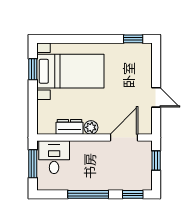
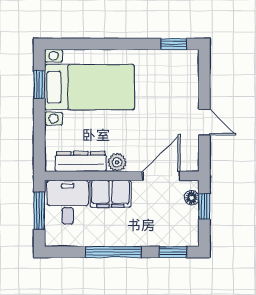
dresser: (70, 127) -> (81, 162), width x1.44
filing cabinet: (86, 151) -> (110, 194), added
floor lamp: (147, 154) -> (192, 198), added

